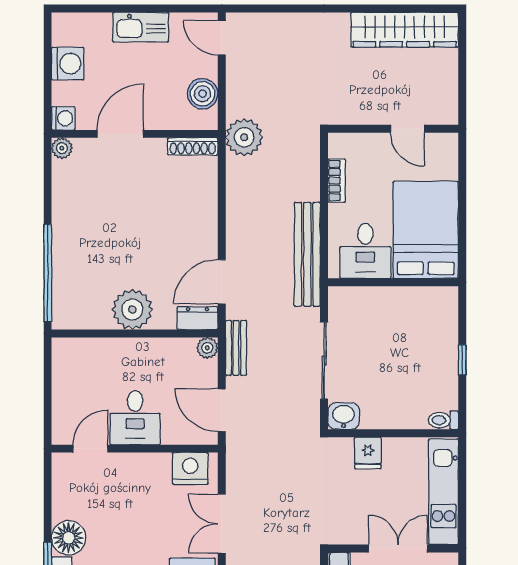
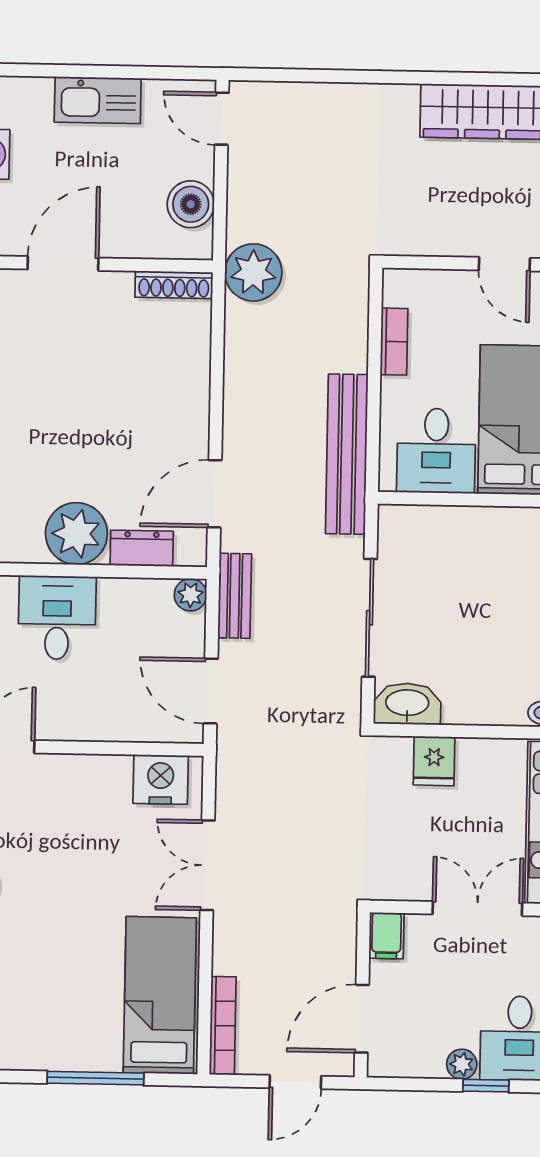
dresser: (197, 318) -> (142, 548), moved
washbasin: (344, 416) -> (407, 704), width x1.38
desk: (135, 418) -> (57, 618), moved, turned 180

